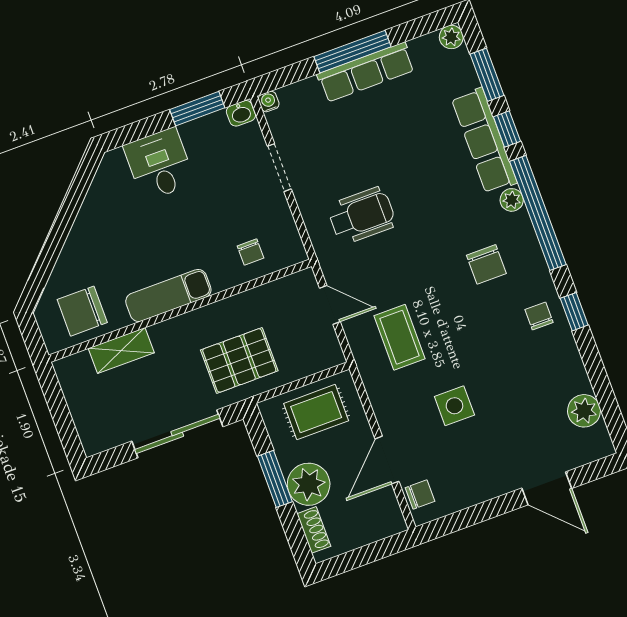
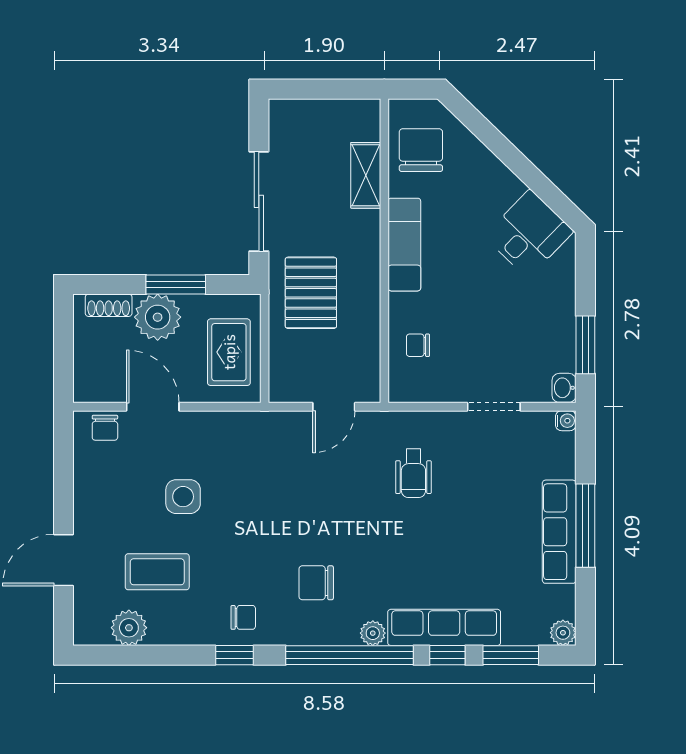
desk: (159, 164) -> (529, 234), moved, turned -46
wheelchair: (362, 216) -> (413, 473), width x0.73, depth x0.73
coffee table: (400, 337) -> (157, 572), moved

